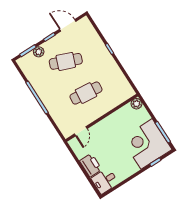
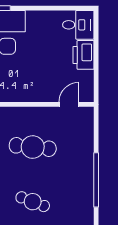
cafe table: (66, 61) -> (33, 202), width x0.73, depth x0.74

